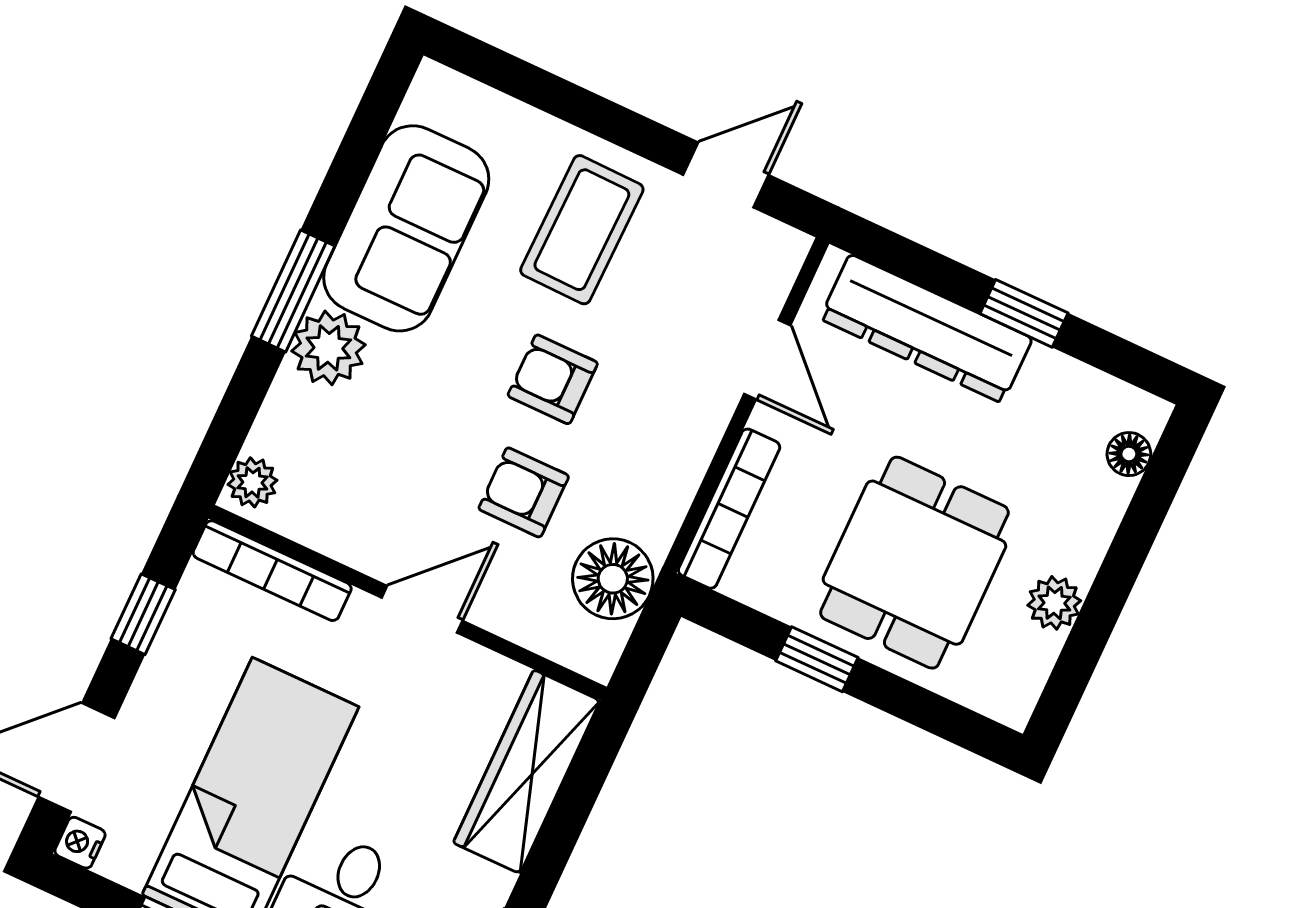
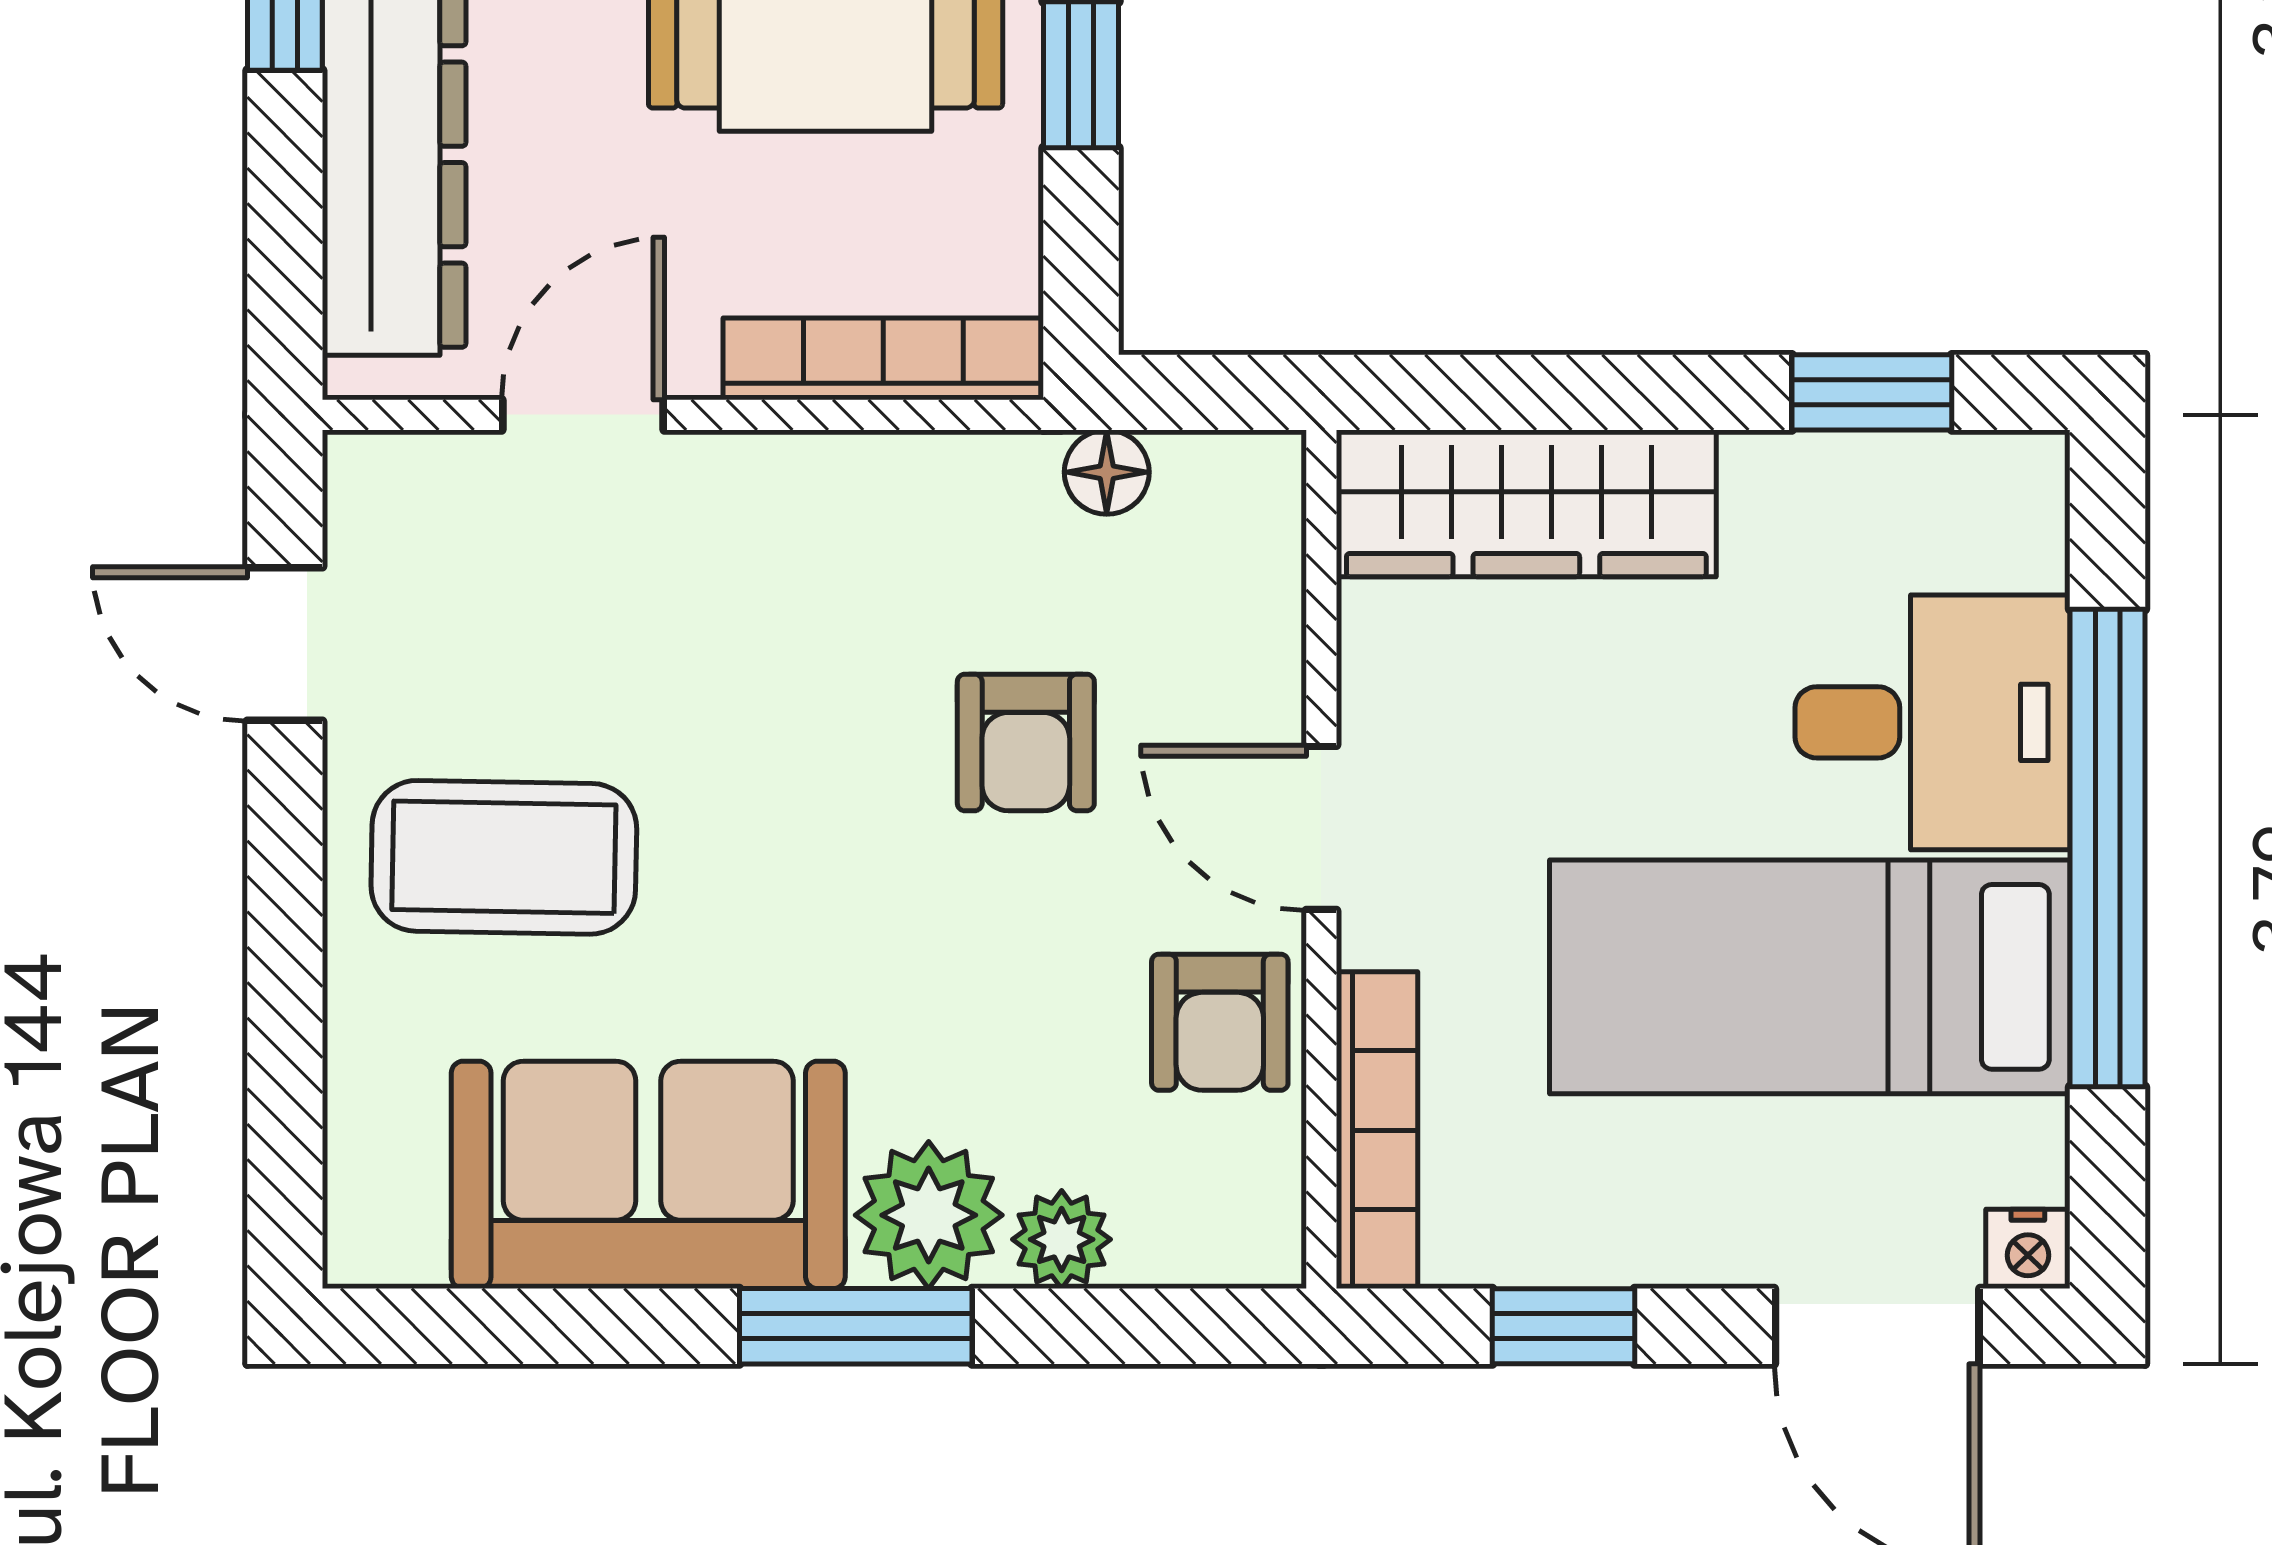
armchair: (553, 379) -> (1220, 1022), moved
plant: (252, 482) -> (1062, 1239), moved
floor lamp: (613, 579) -> (1107, 472), width x0.53, depth x0.53

